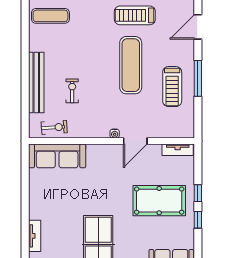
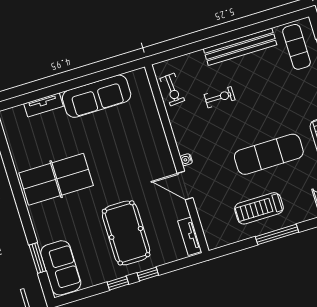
bench: (36, 83) -> (240, 47), moved
sofa: (57, 156) -> (97, 96), moved, turned -90

